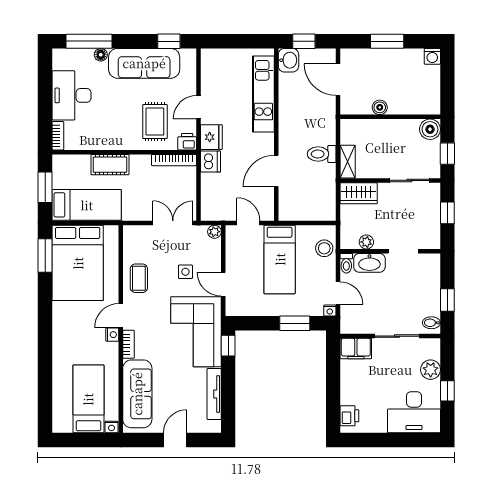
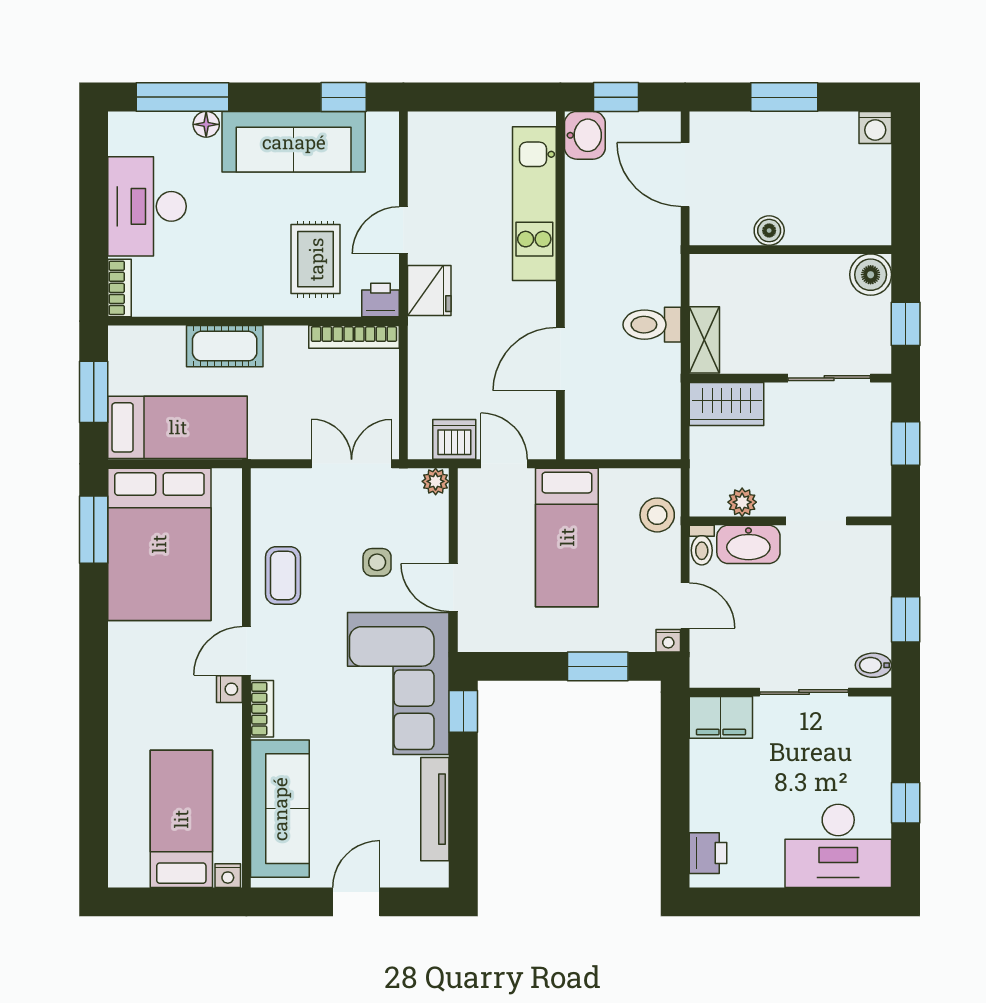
dishwasher: (211, 162) -> (454, 439), moved, turned -90
plant: (431, 370) -> (872, 760), removed

